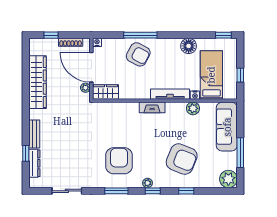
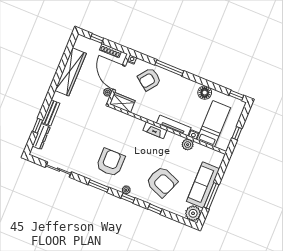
armchair: (138, 54) -> (149, 79), moved, turned 99
sofa: (227, 127) -> (203, 185), moved

